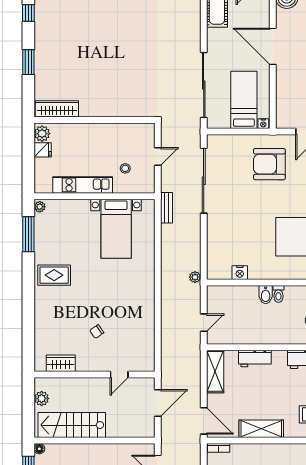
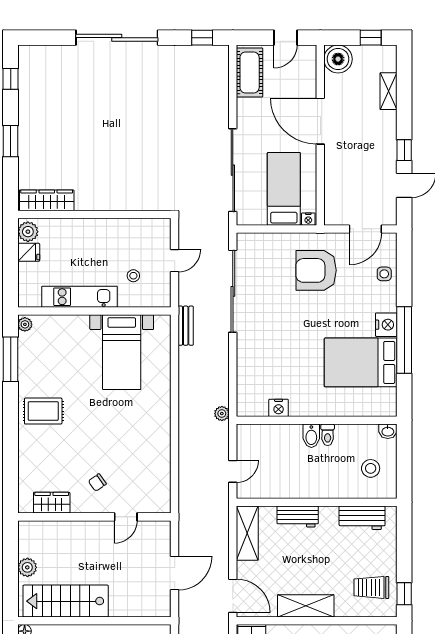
wardrobe: (61, 363) -> (52, 503), moved
wall: (94, 374) -> (94, 517), moved
door: (119, 374) -> (126, 517), moved

